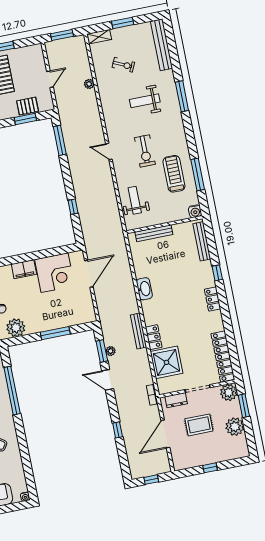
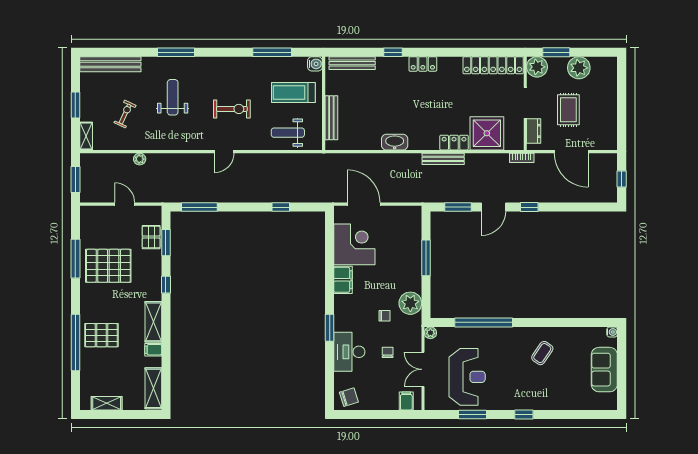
weight bench: (145, 101) -> (173, 97), turned 180
treadmill: (174, 174) -> (293, 93), moved
plant: (111, 351) -> (460, 197), removed
window: (118, 430) -> (529, 207), moved
window: (210, 468) -> (622, 107), removed

